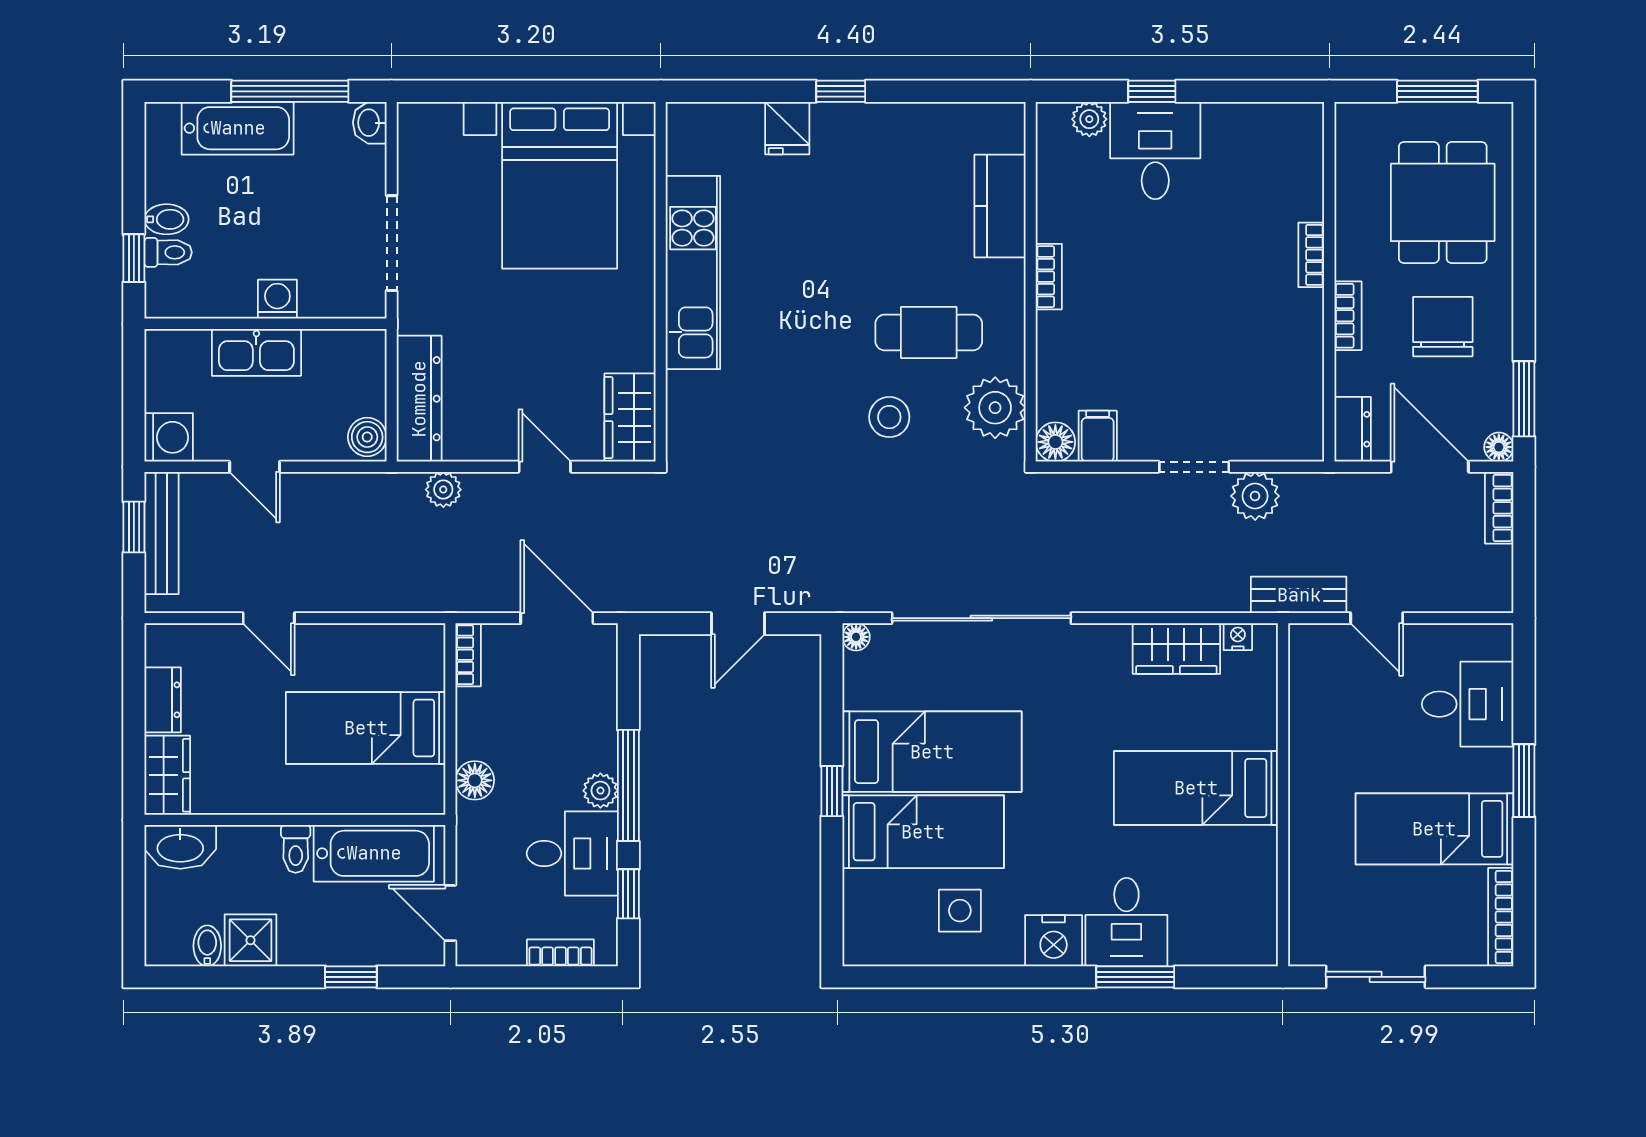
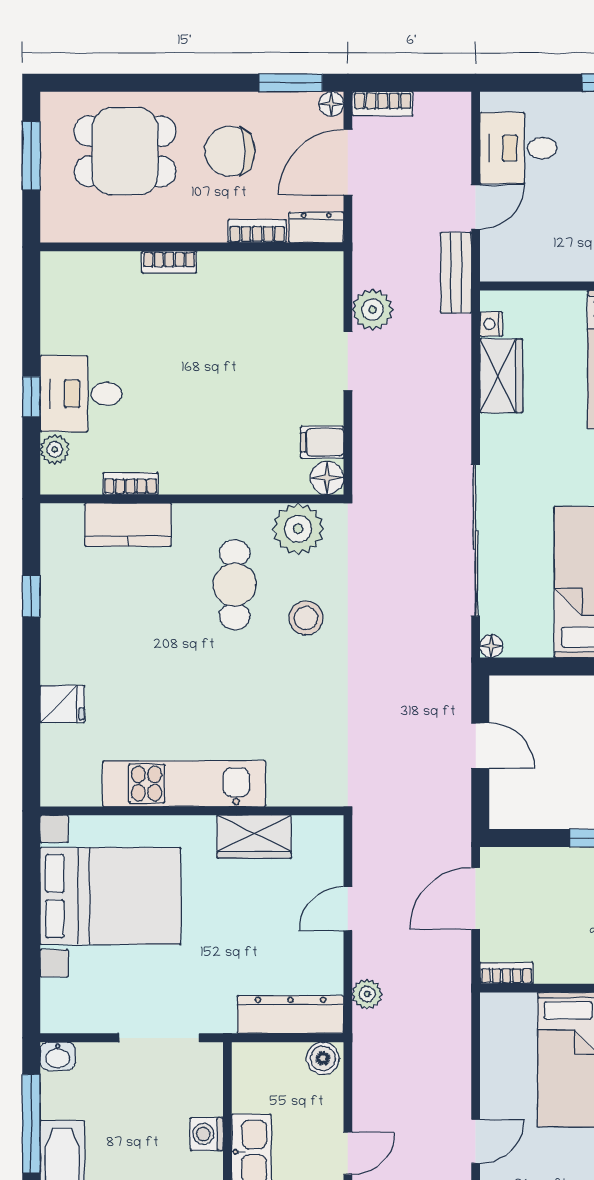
window: (841, 91) -> (31, 596), moved
bookcase: (1049, 277) -> (131, 483), moved
bookcase: (1348, 316) -> (257, 231), moved
wardrobe: (630, 418) -> (254, 837), moved
desk: (1468, 704) -> (518, 148), moved, turned -90

